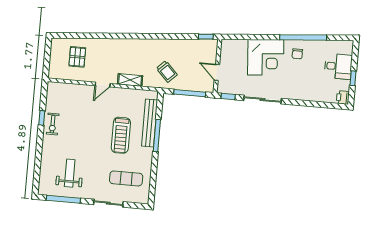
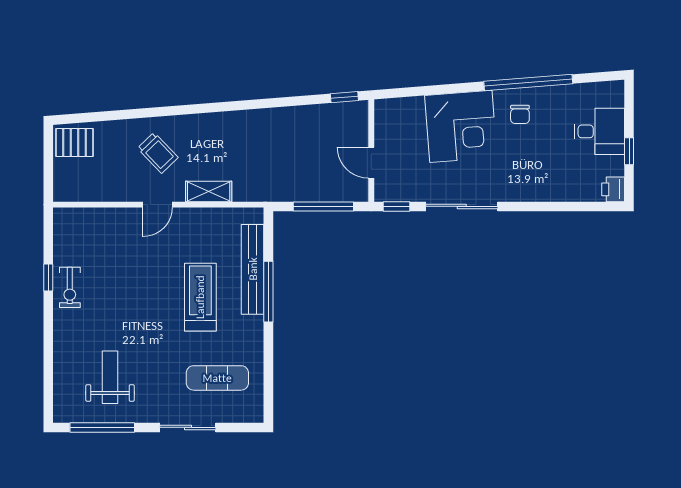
pallet: (77, 57) -> (75, 143), moved, turned 90
trolley: (167, 71) -> (158, 153), moved
treadmill: (121, 135) -> (200, 297), turned 180

